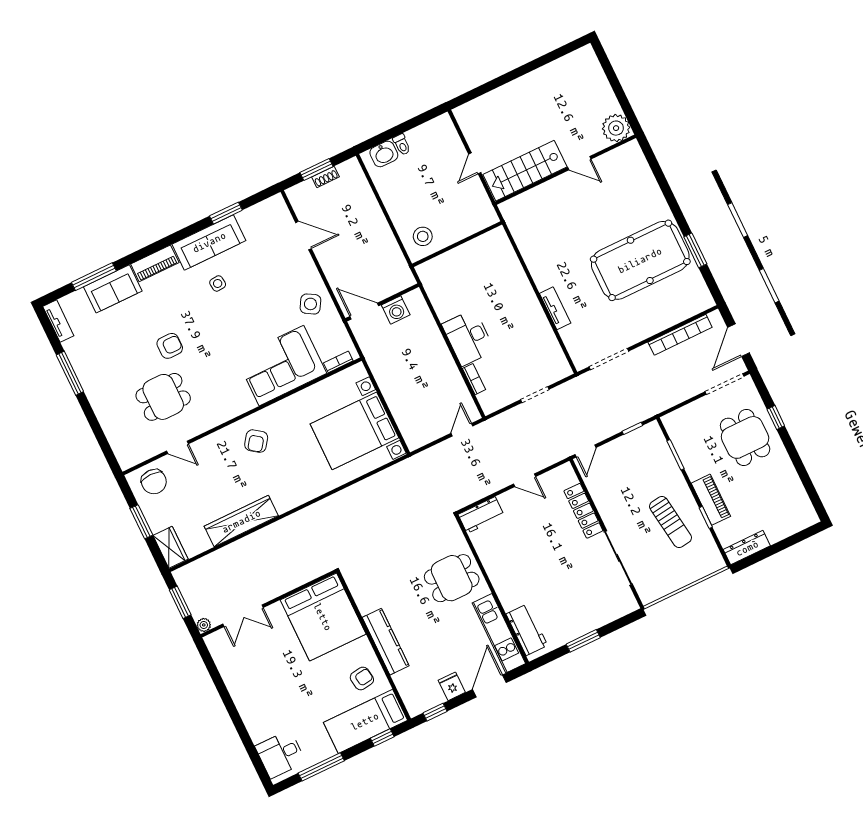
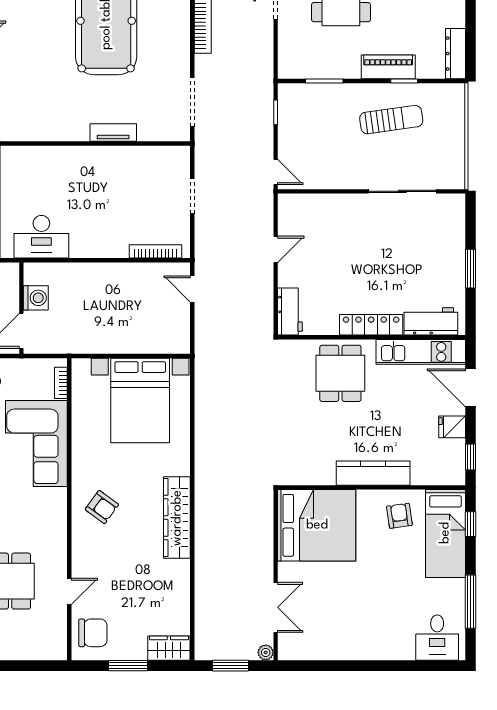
desk: (468, 338) -> (41, 237), moved
bookcase: (474, 379) -> (155, 251), width x1.56
locker: (583, 511) -> (371, 325), moved, turned 180
wardrobe: (241, 521) -> (177, 518), moved

